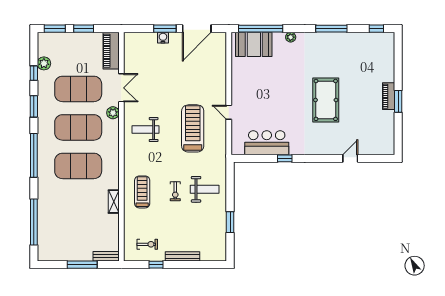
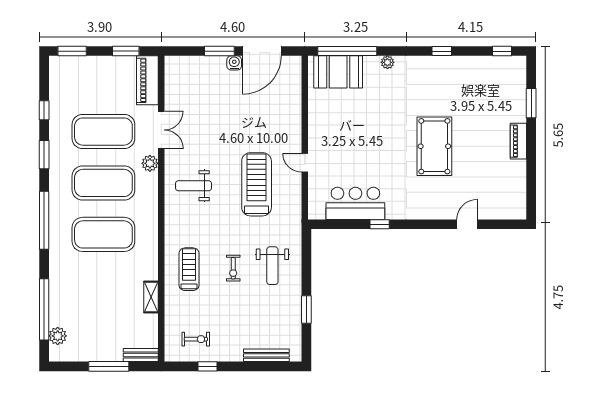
window: (84, 29) -> (126, 51), moved
window: (331, 29) -> (442, 51), width x0.46
water cooler: (163, 38) -> (234, 63), moved
plant: (44, 63) -> (58, 336), moved
window: (398, 101) -> (531, 103), moved
weight bench: (205, 189) -> (272, 266), turned 90
shelving: (114, 202) -> (151, 297), moved
bench: (183, 256) -> (266, 355), moved

